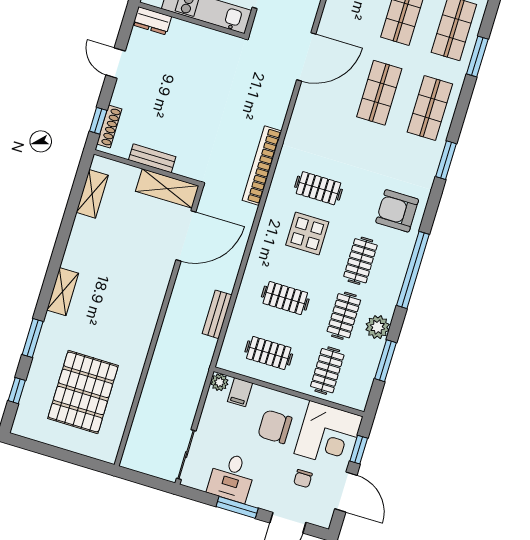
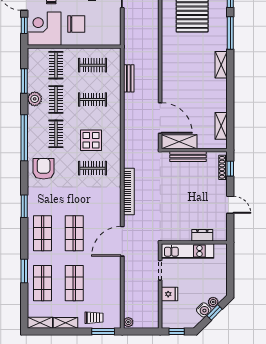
dresser: (152, 21) -> (202, 235), moved
bench: (152, 158) -> (188, 157), width x1.36
bookcase: (262, 166) -> (129, 191), moved
armchair: (397, 211) -> (44, 169), turned -90
door: (186, 236) -> (160, 118), swing flipped
window: (33, 338) -> (230, 33), width x1.44
plant: (219, 382) -> (116, 40), removed
filing cabinet: (240, 392) -> (102, 38), removed

